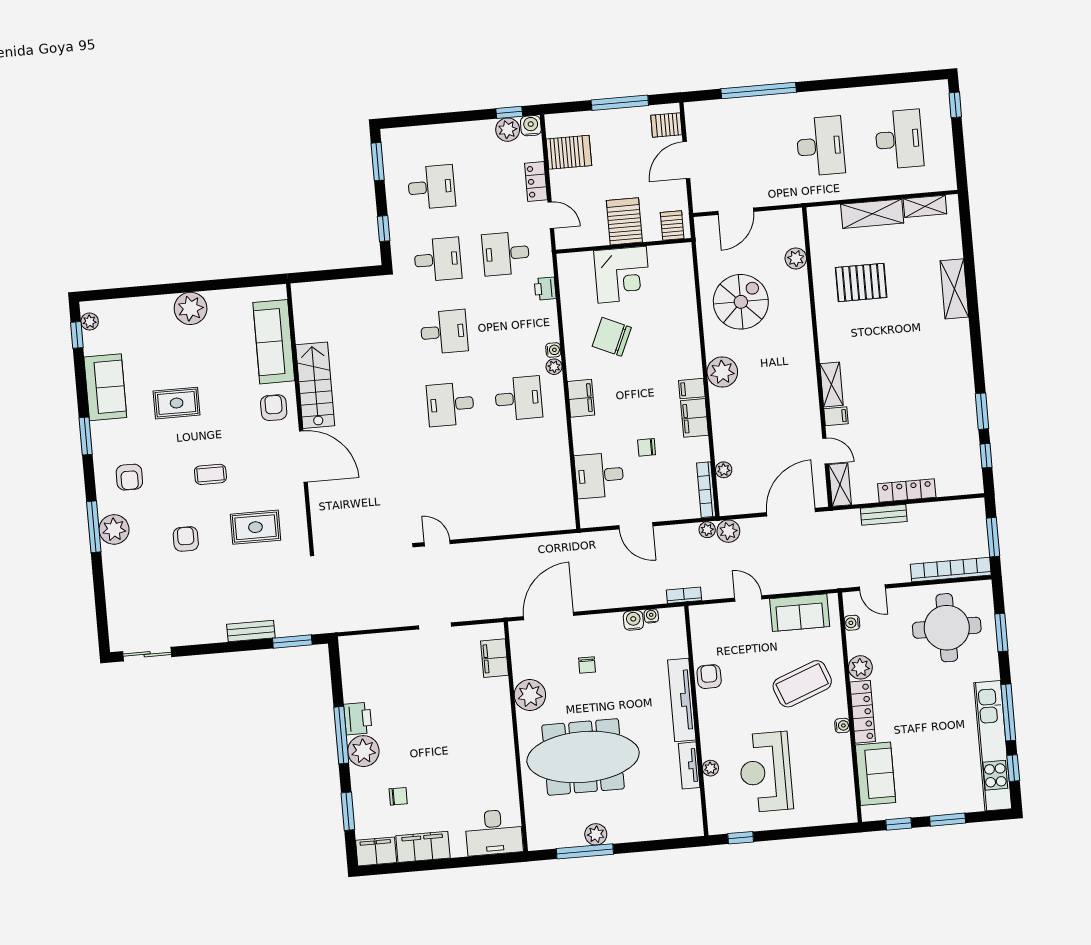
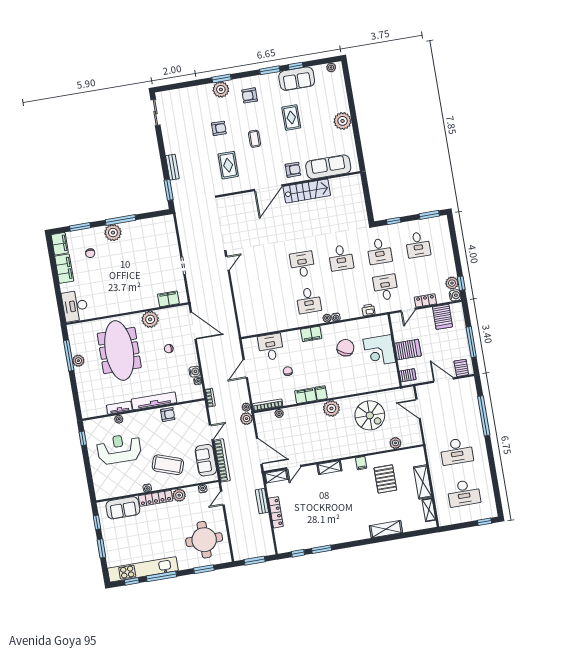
window: (77, 335) -> (296, 66), moved
filing cabinet: (836, 416) -> (361, 463), moved
window: (94, 527) -> (221, 78), width x0.69
bookcase: (951, 570) -> (222, 460), moved
coffee table: (802, 684) -> (168, 465), turned -50
printer: (358, 719) -> (130, 228), removed

